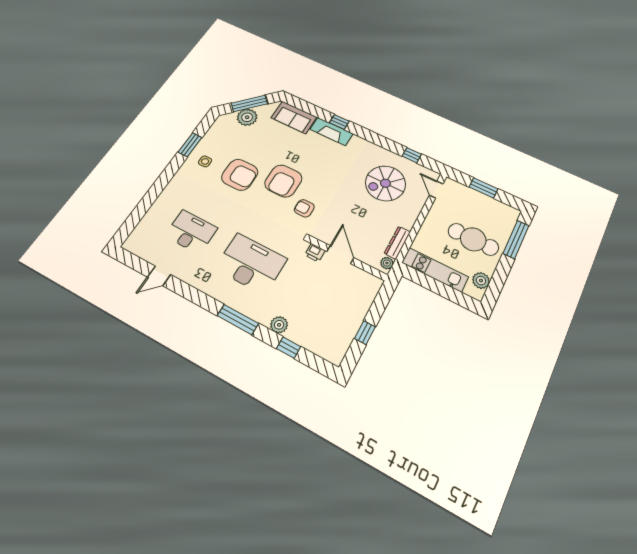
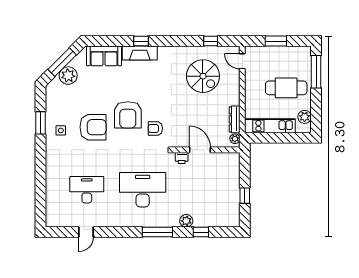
spiral stairs: (385, 183) -> (203, 76), turned -90

